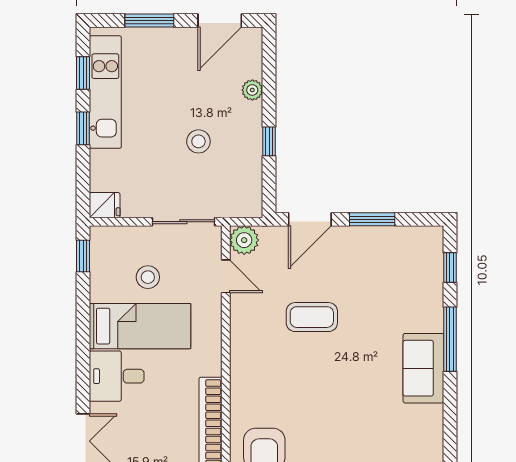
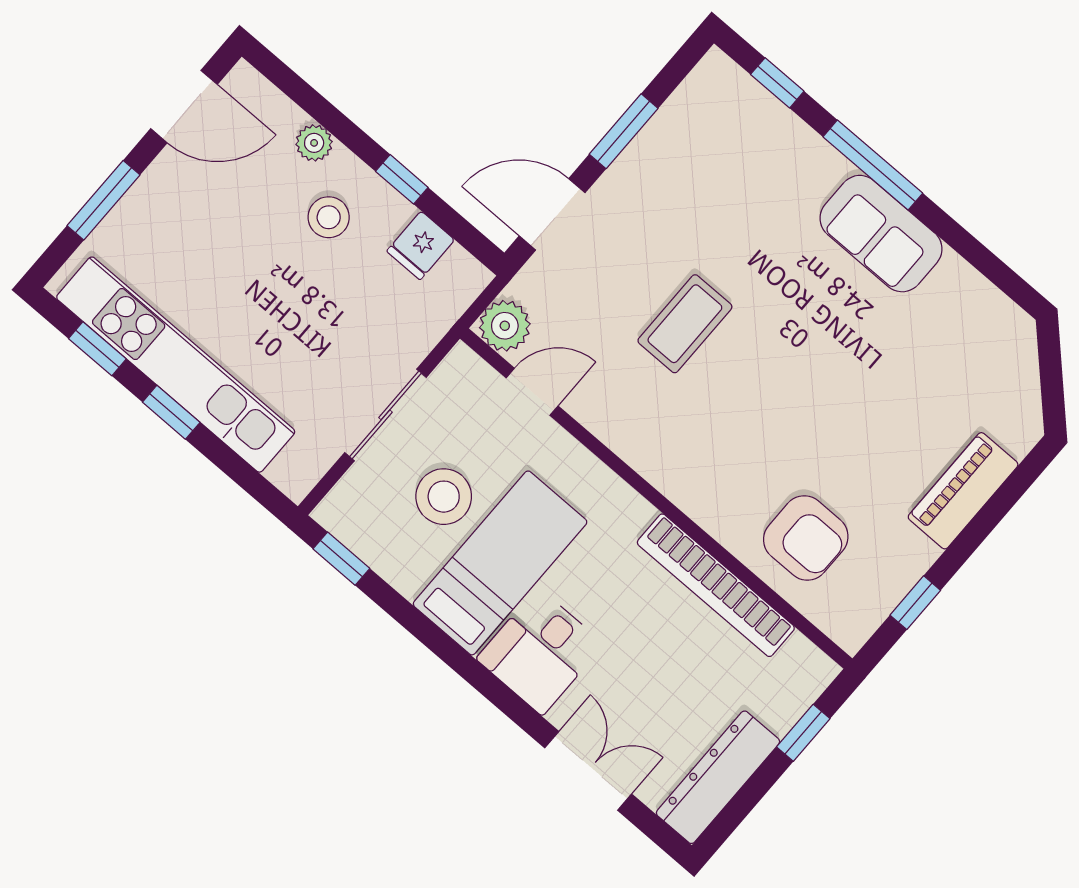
door: (220, 20) -> (184, 107), hinge flipped
kitchen unit: (105, 92) -> (176, 365), width x1.36
stool: (198, 141) -> (329, 217), moved
fridge: (105, 205) -> (421, 245), moved, turned 180
door: (310, 219) -> (552, 214), swing flipped
sliding door: (183, 222) -> (386, 415), moved
stool: (148, 277) -> (444, 497), width x1.38, depth x1.38

